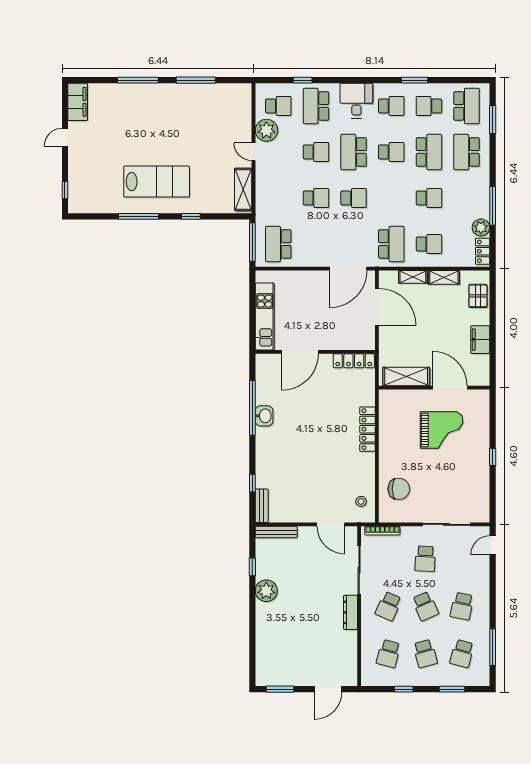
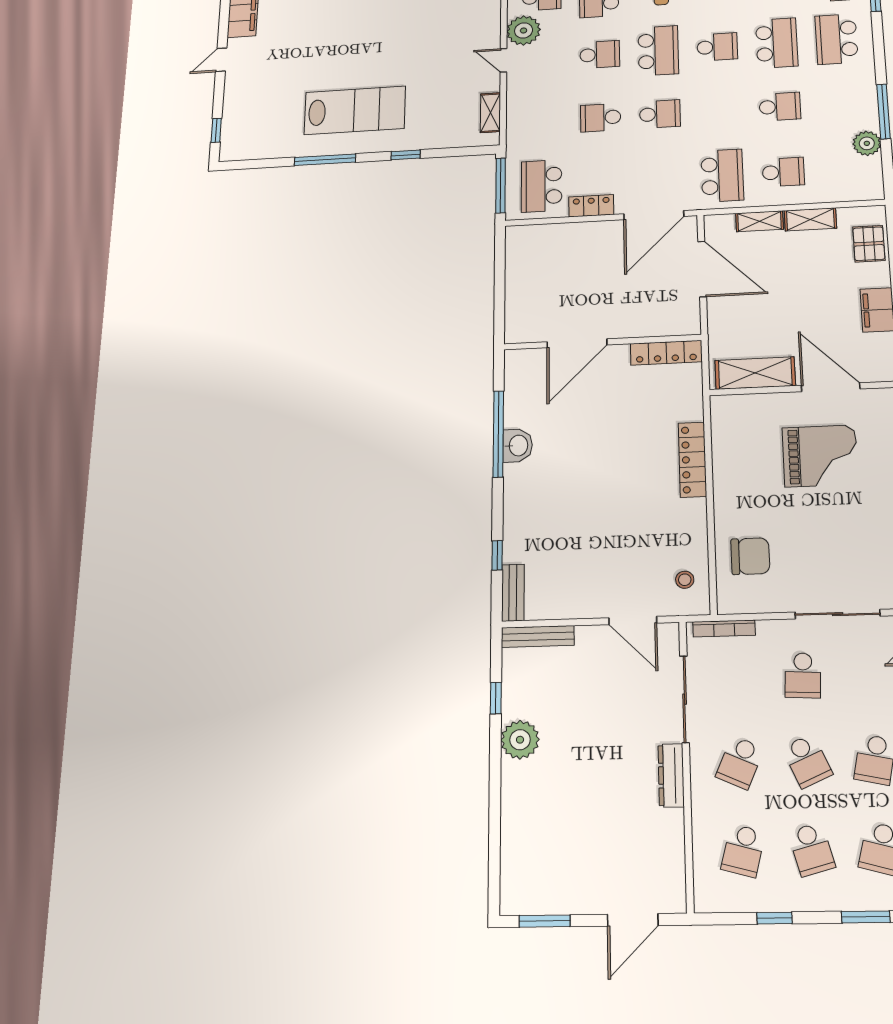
school desk: (354, 152) -> (658, 51), turned 180
shelving: (243, 189) -> (490, 113), width x0.67, depth x0.75
school desk: (316, 198) -> (601, 118), turned 180
locker: (483, 251) -> (591, 206), moved, turned 90
kitchen unit: (265, 317) -> (520, 293), removed

